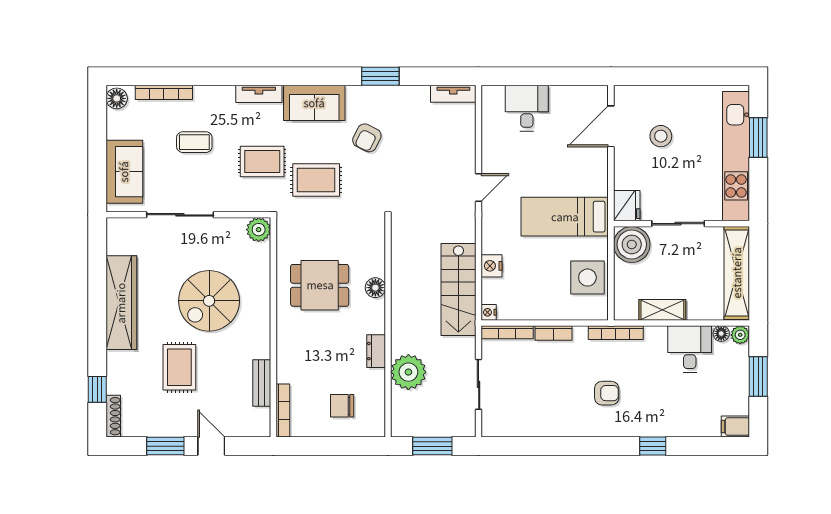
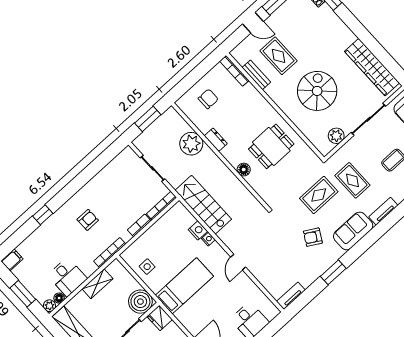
armchair: (367, 138) -> (313, 237), turned -87
rug: (262, 161) -> (352, 180), turned 90
plant: (259, 230) -> (336, 136), moved
side table: (587, 278) -> (147, 267), width x0.54, depth x0.54
wardrobe: (121, 303) -> (372, 67), moved
nightstand: (489, 312) -> (208, 239), moved
rug: (179, 367) -> (279, 56), moved
armchair: (607, 393) -> (88, 220), turned 180

